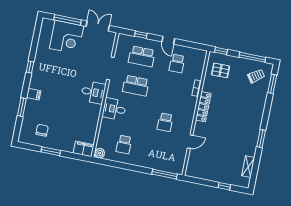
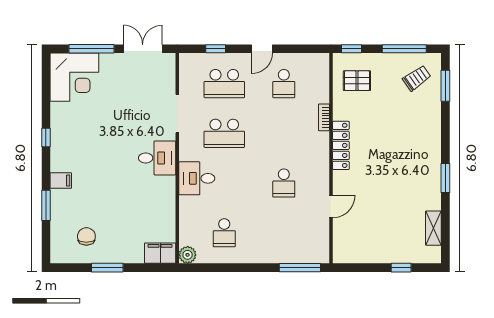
corner desk: (67, 37) -> (74, 77), moved
door: (168, 40) -> (262, 49), hinge flipped

